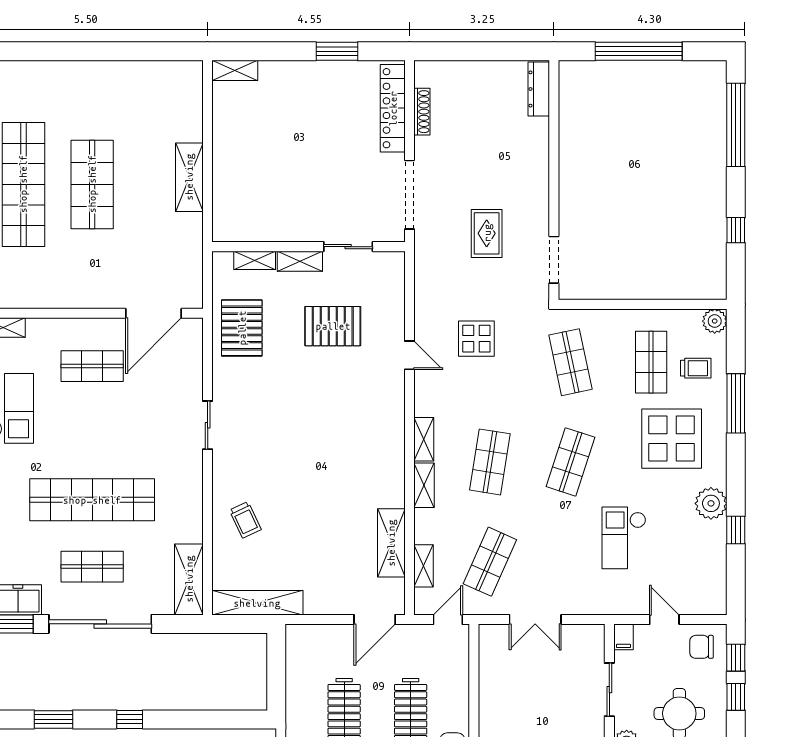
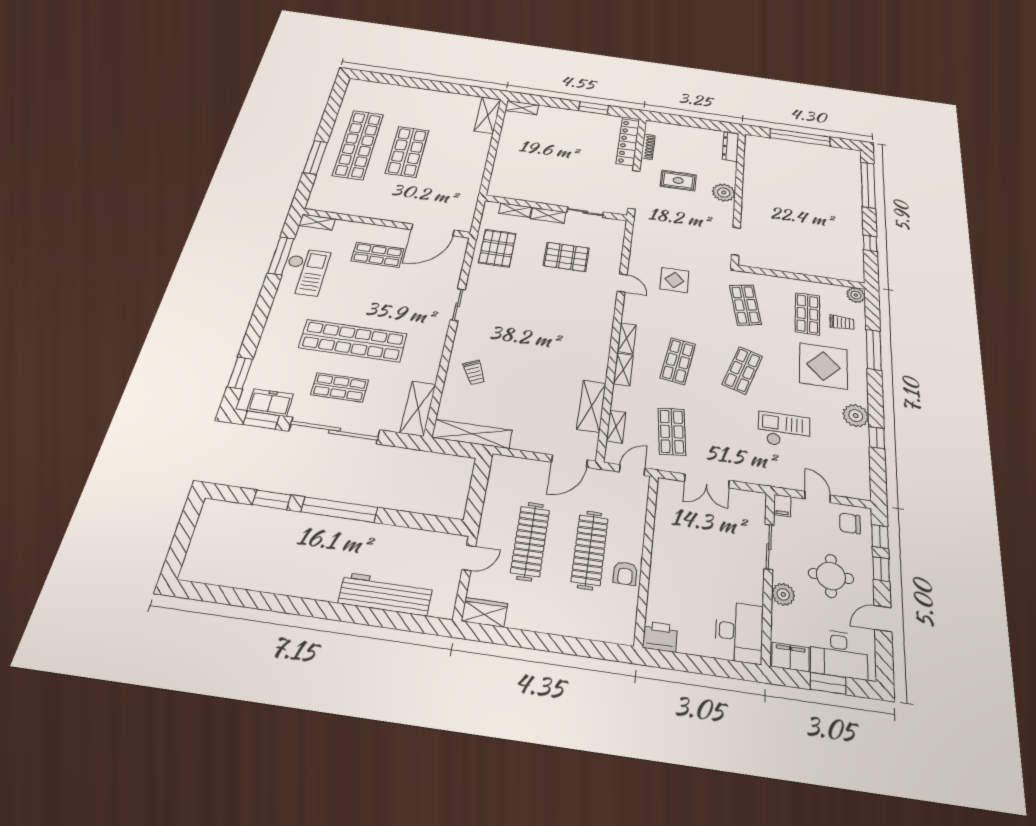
shelving: (189, 177) -> (488, 115), moved
plant: (533, 177) -> (724, 193), added
rug: (487, 233) -> (678, 180), moved, turned 90
checkout: (624, 538) -> (784, 430), turned 90
shop shelf: (490, 562) -> (672, 432), turned -30
window: (130, 719) -> (339, 510), width x3.17

